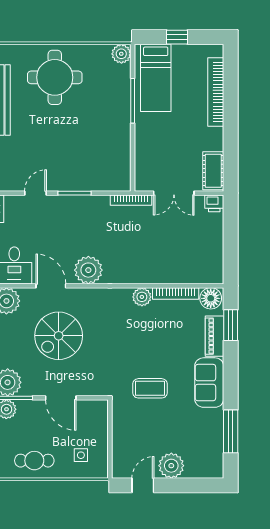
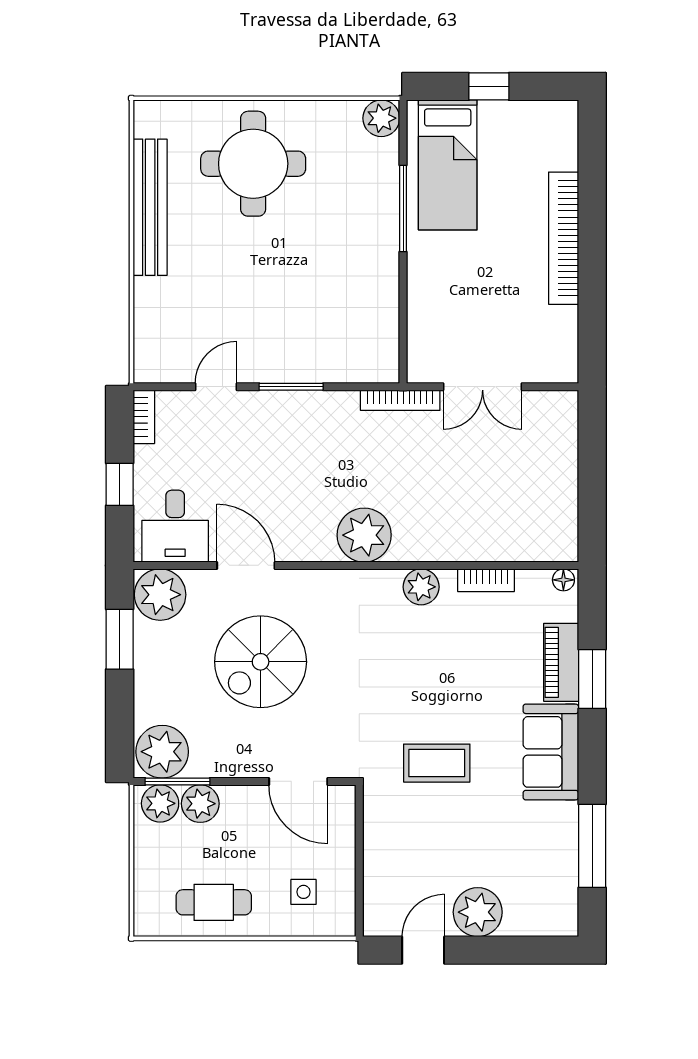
bookcase: (216, 92) -> (564, 238), moved
cot: (213, 171) -> (559, 344), removed
printer: (214, 203) -> (560, 406), removed
plant: (88, 270) -> (364, 535), moved
bookcase: (176, 293) -> (486, 580), width x0.64
floor lamp: (211, 298) -> (563, 580), width x0.53, depth x0.53
window: (231, 325) -> (592, 679), moved
door: (61, 398) -> (298, 781), moved
plant: (27, 409) -> (200, 804), added

